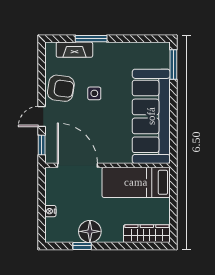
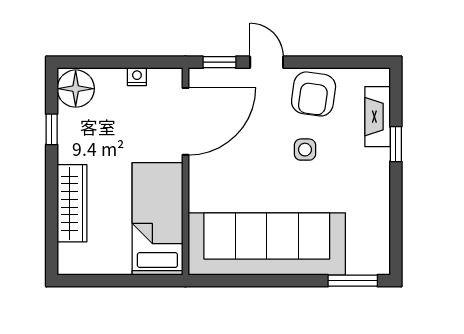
window: (91, 39) -> (396, 144), width x0.67
nightstand: (50, 211) -> (137, 77), moved
floor lamp: (90, 231) -> (76, 89), moved
wardrobe: (147, 234) -> (72, 203), moved

